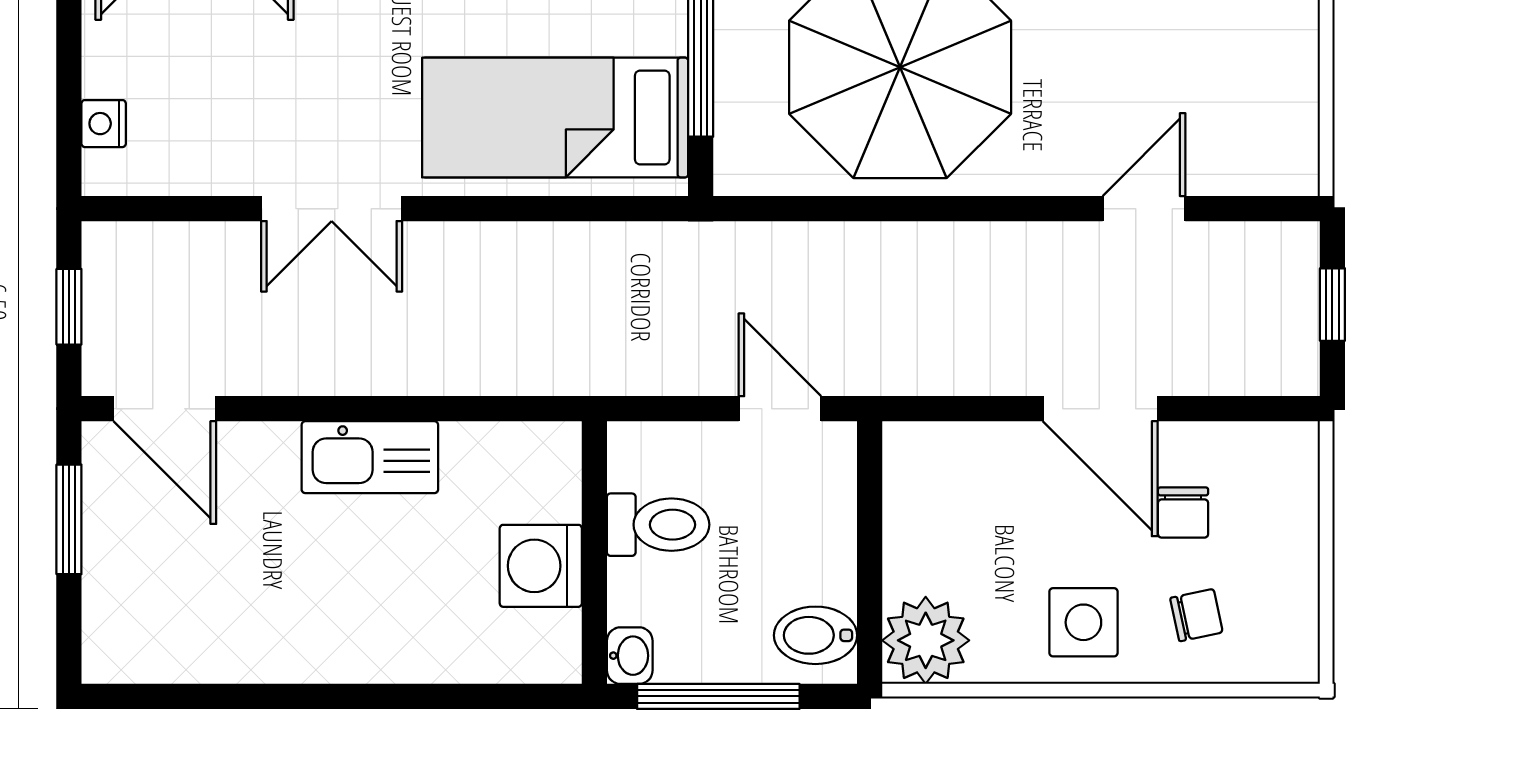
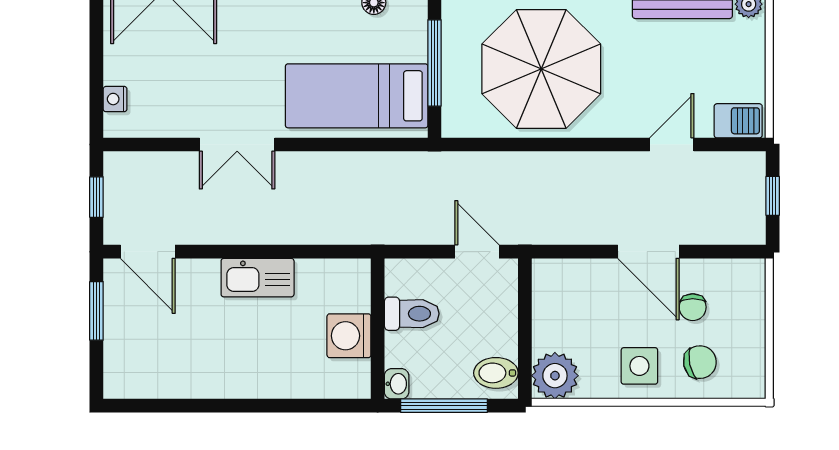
barbecue: (1268, 164) -> (738, 121), added
chair: (1196, 615) -> (700, 362), width x1.37, depth x1.37

